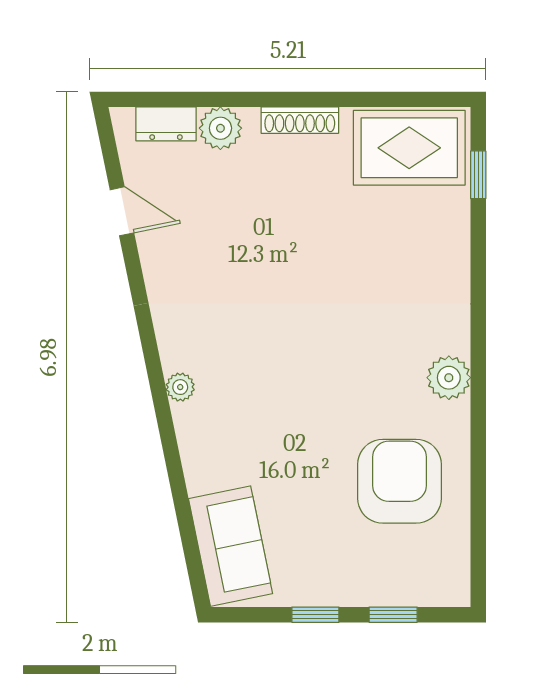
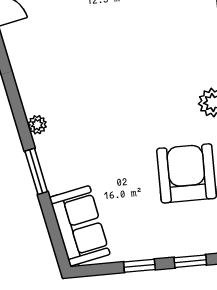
window: (172, 458) -> (36, 171), added

